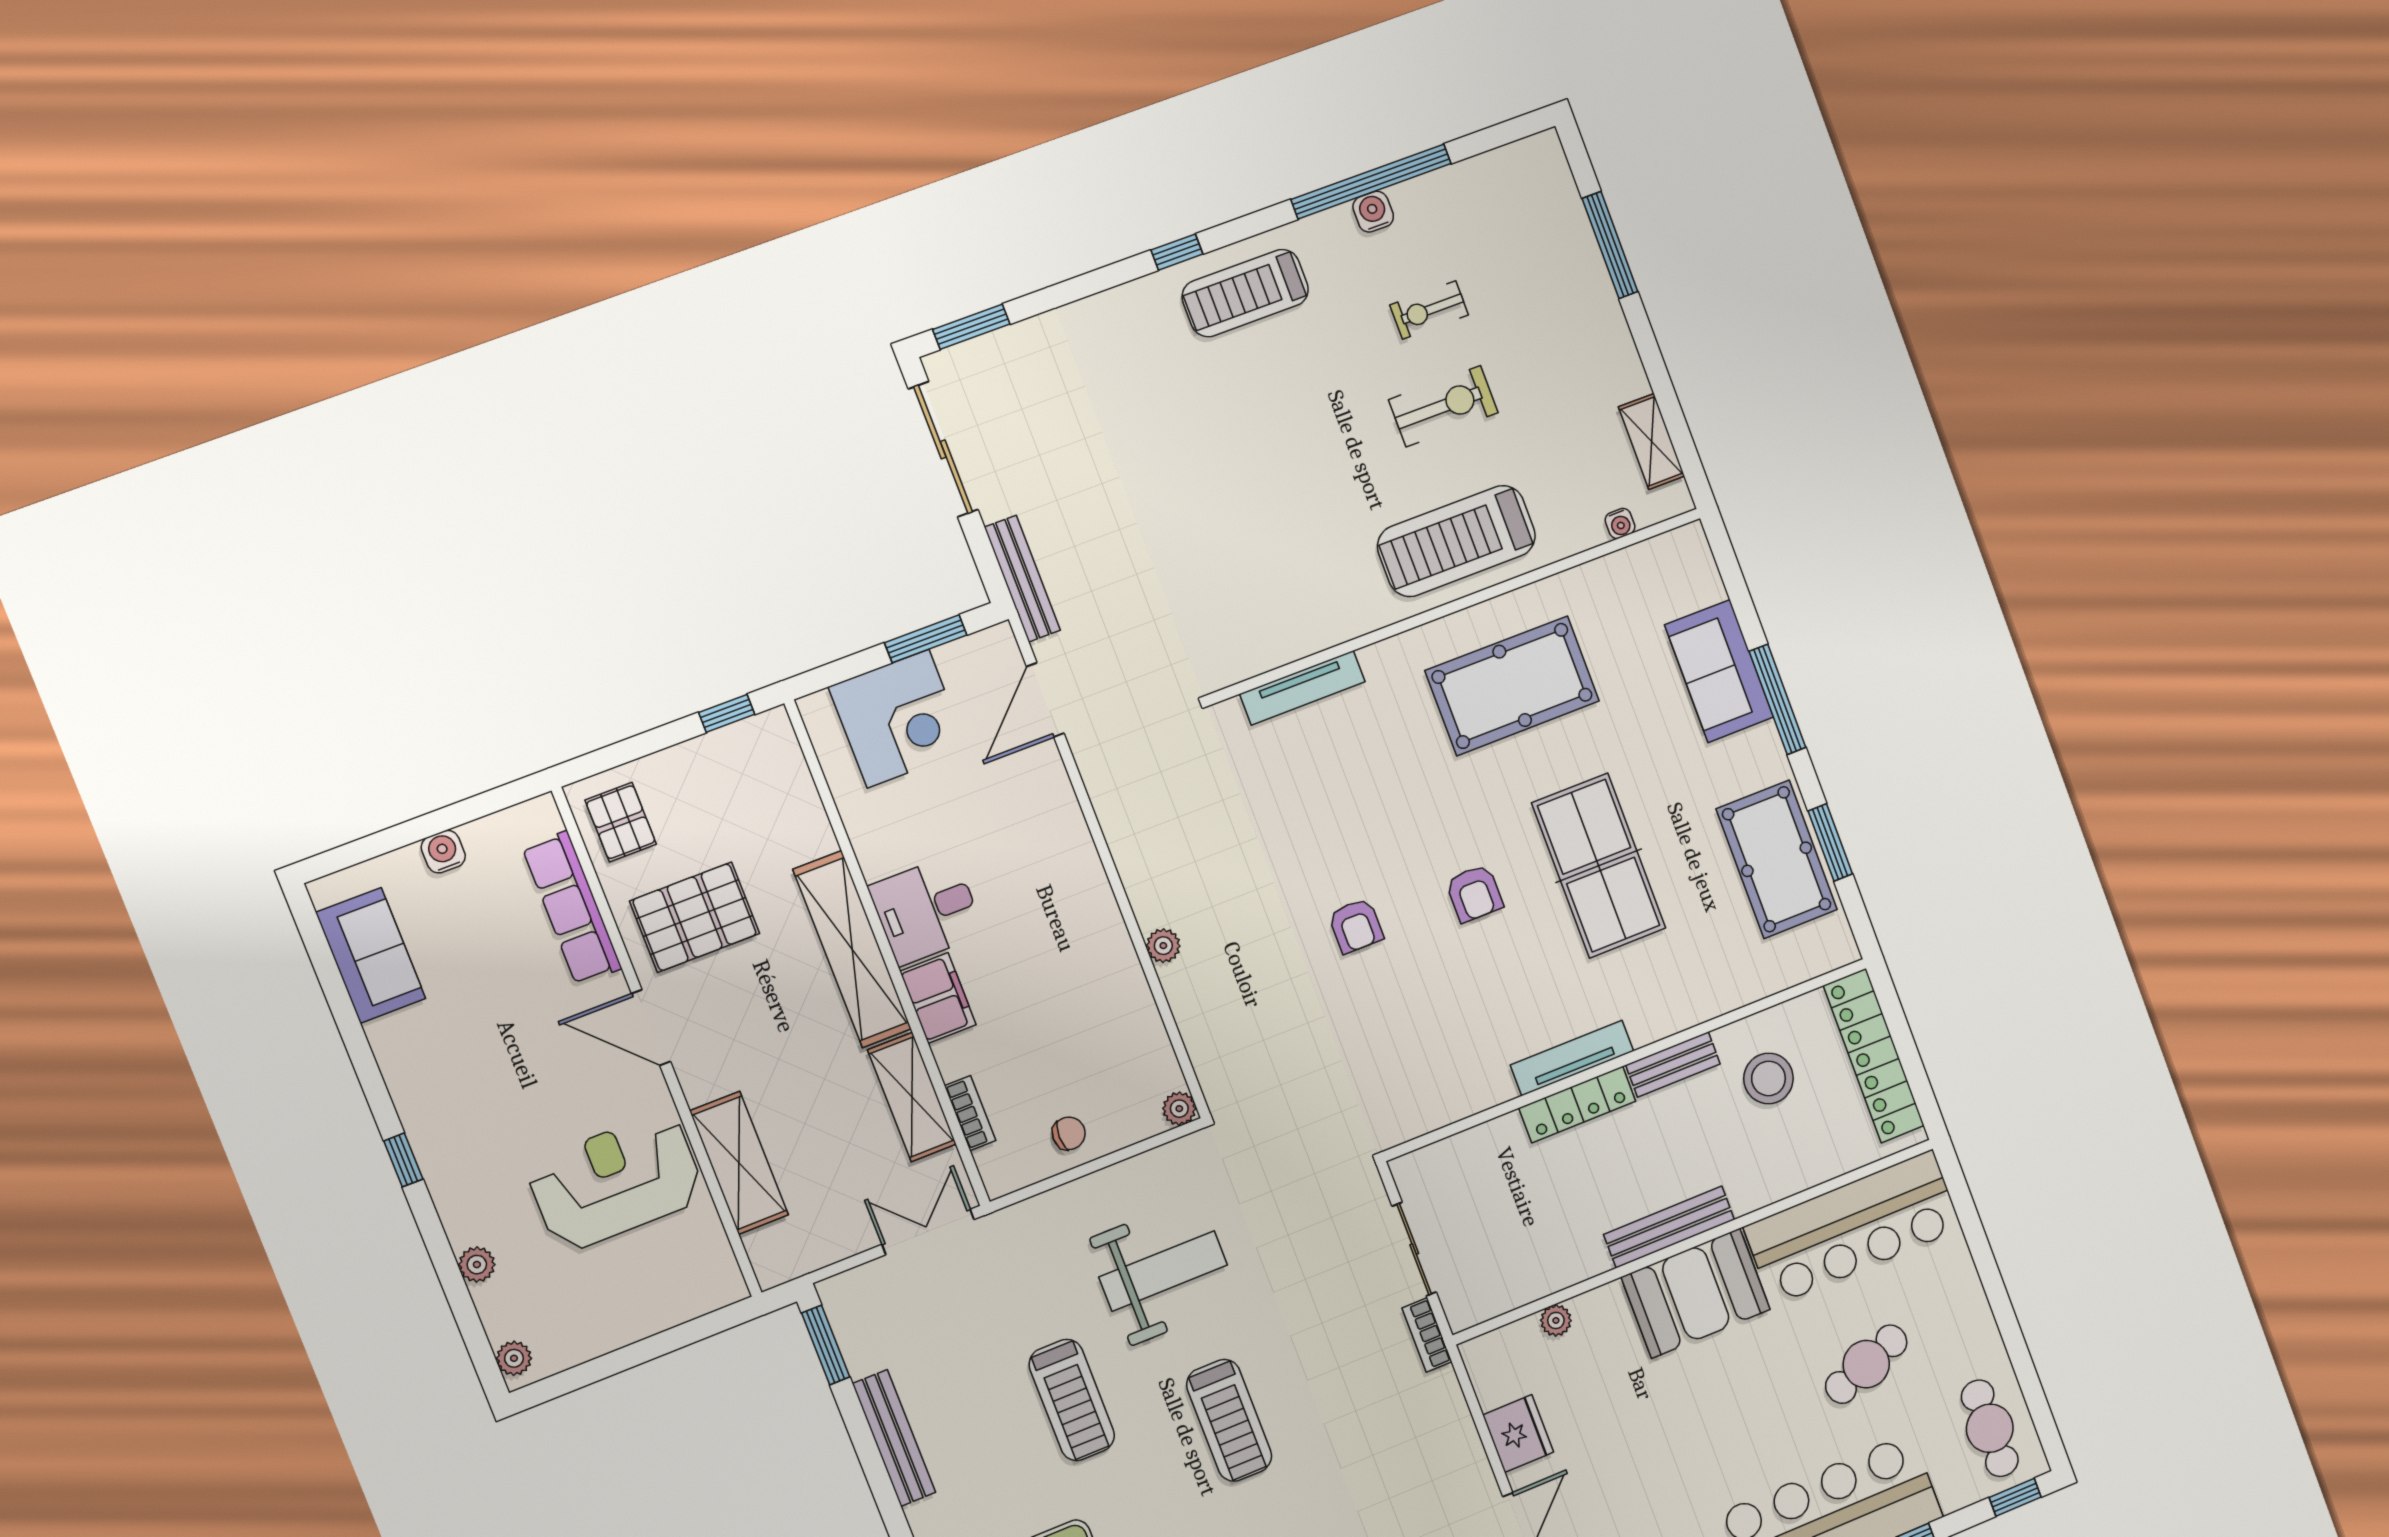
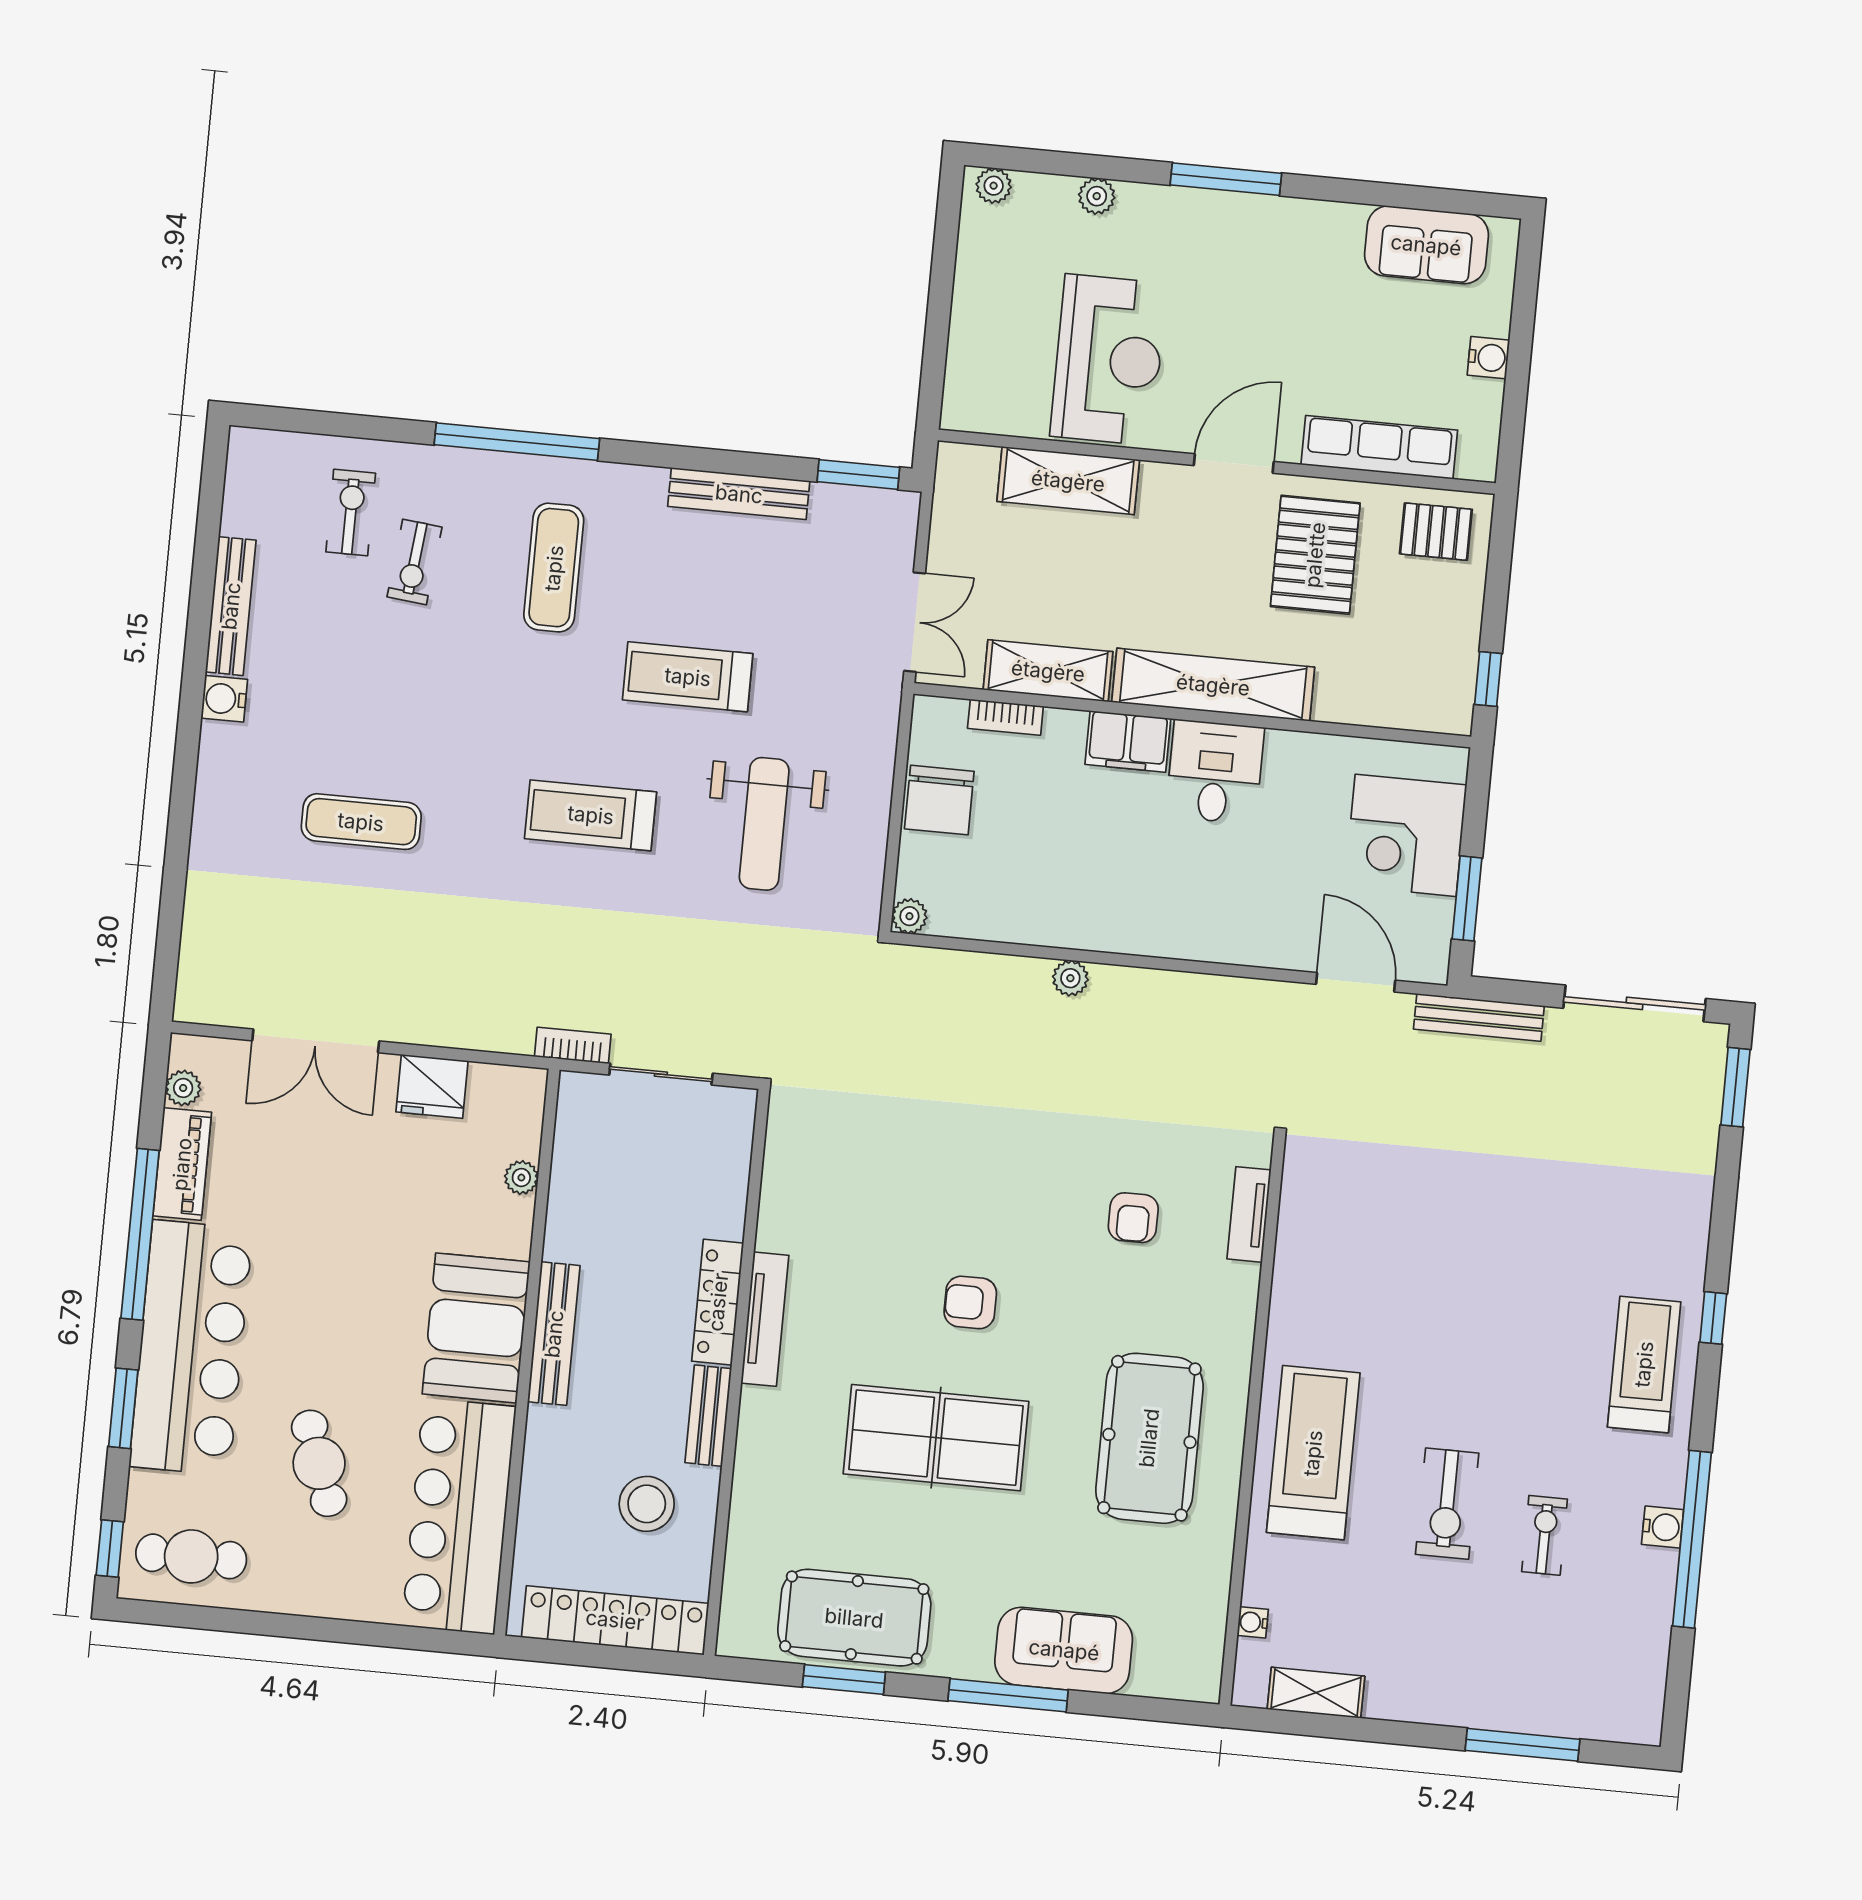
tv unit: (1302, 688) -> (1249, 1214), width x0.71
armchair: (1356, 926) -> (1133, 1218), moved, turned -90
chair: (1069, 1133) -> (939, 800), width x1.87, depth x1.87
window: (403, 1160) -> (1226, 179), width x2.17

